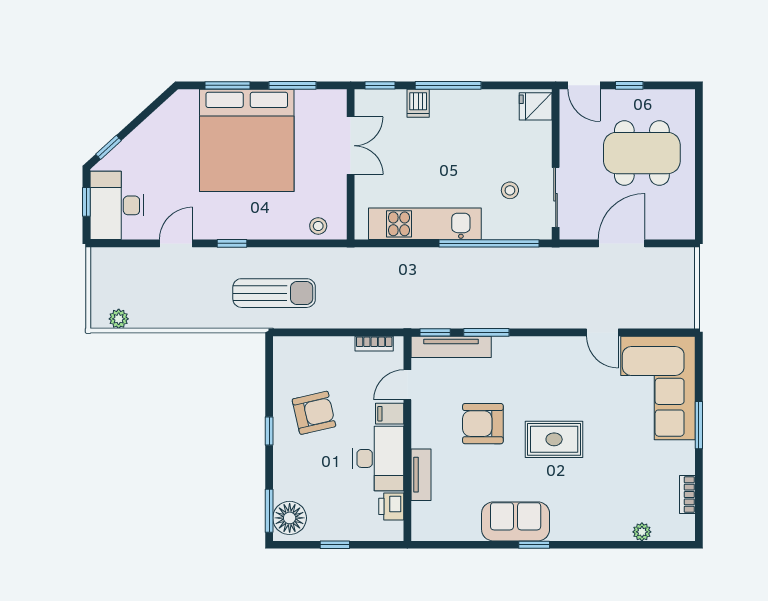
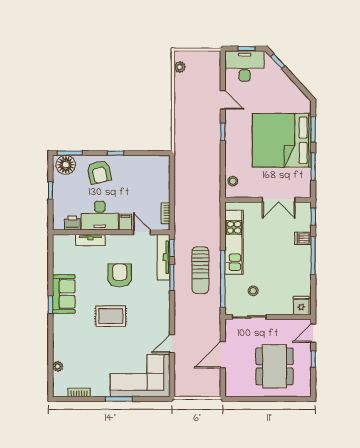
door: (622, 243) -> (223, 355), swing flipped
sun lounger: (274, 293) -> (200, 270), moved
armchair: (314, 413) -> (99, 172), moved
rug: (554, 439) -> (111, 316), turned 90

